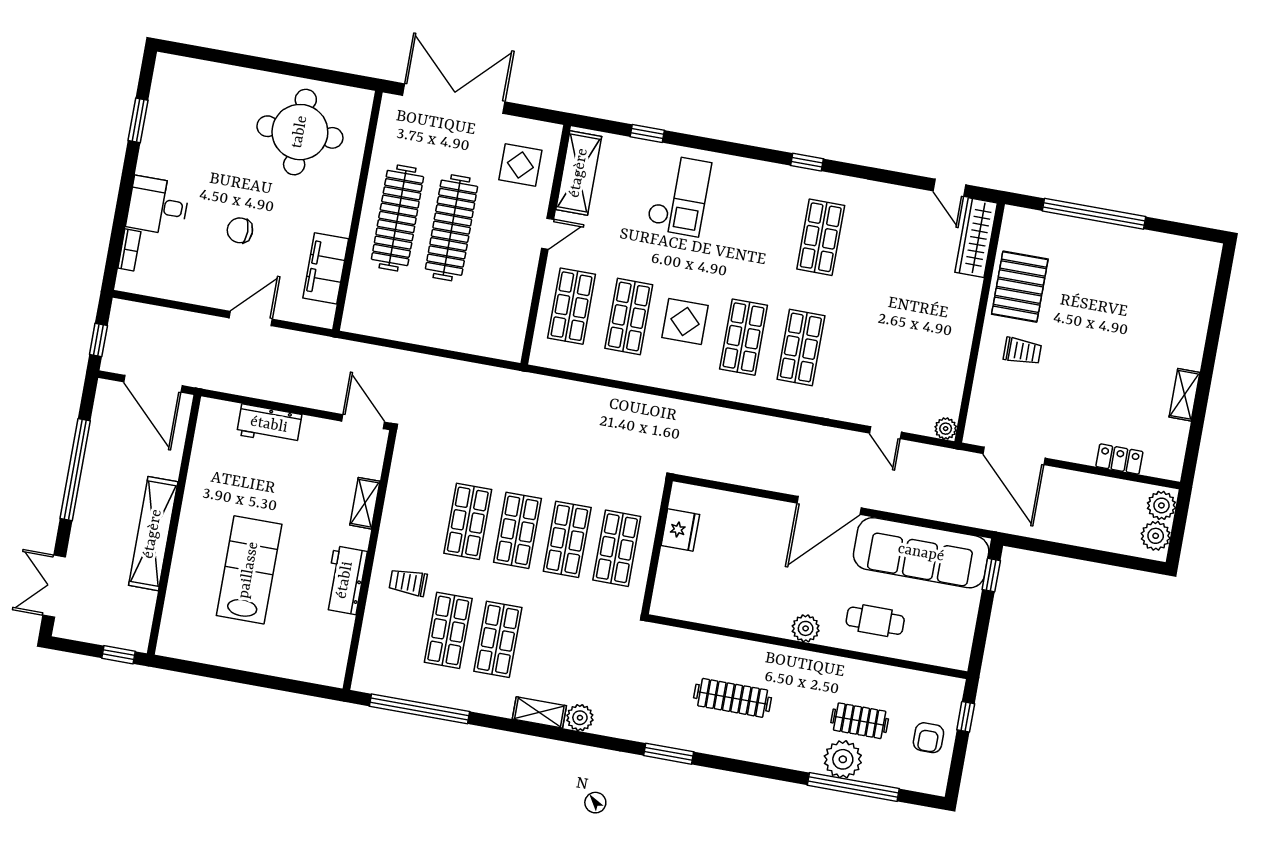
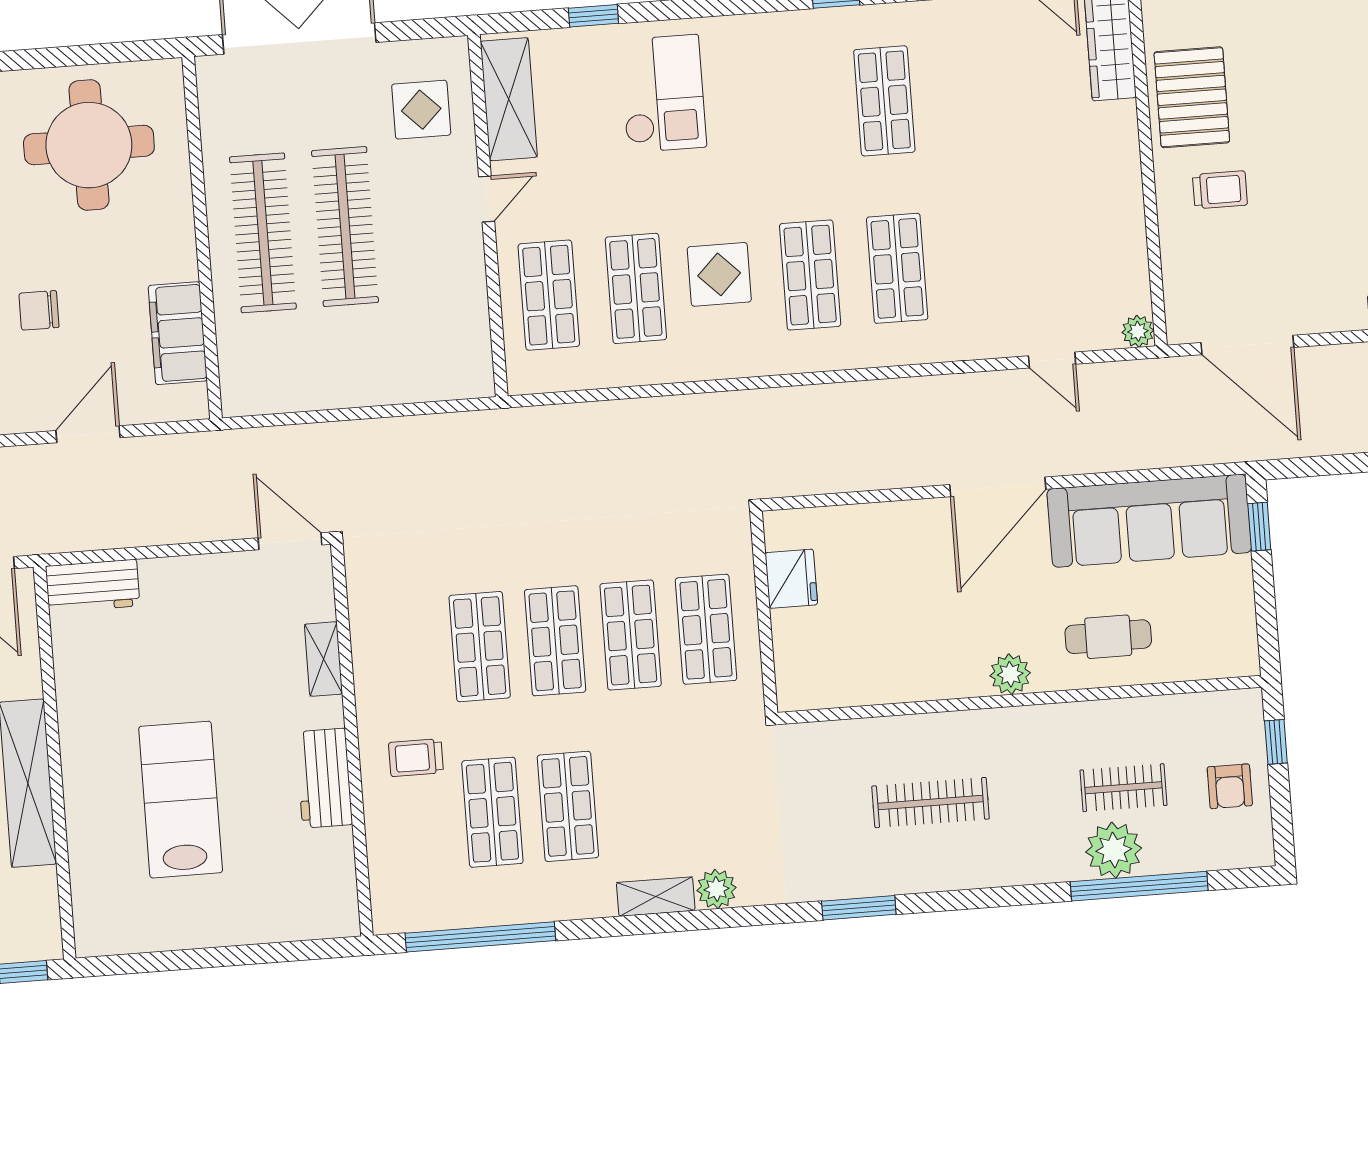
workbench: (269, 425) -> (93, 586), moved

